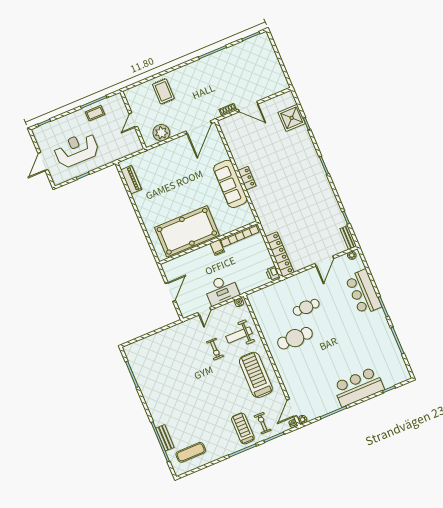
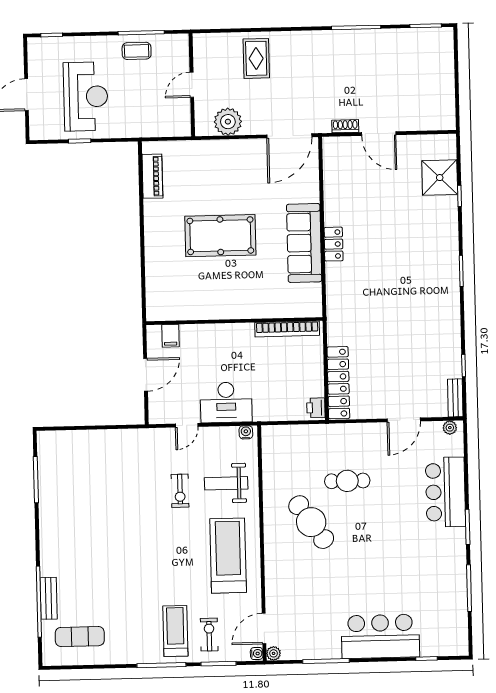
reception desk: (76, 150) -> (86, 97), turned 90
pool table: (187, 231) -> (220, 236), moved, width x0.73, depth x0.76
filing cabinet: (217, 248) -> (170, 336), moved
cafe table: (295, 338) -> (311, 522), turned 55

